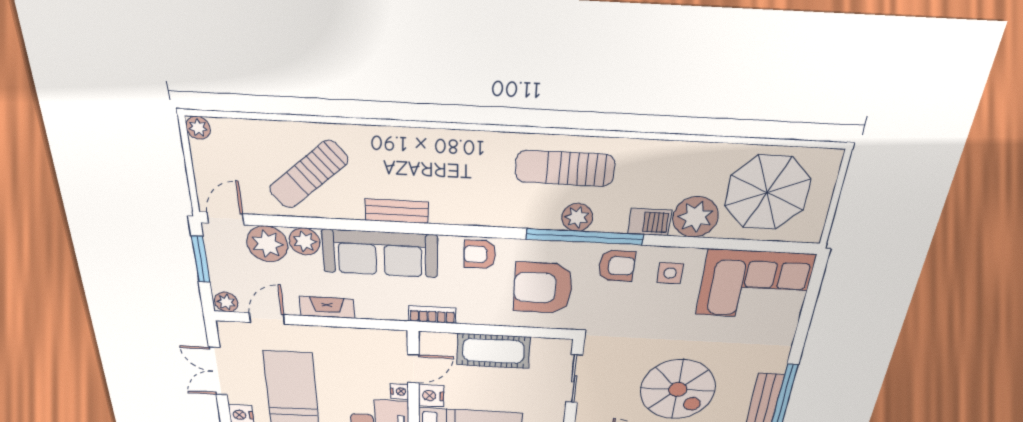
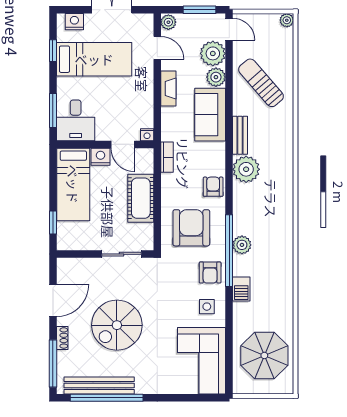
sun lounger: (565, 168) -> (273, 235), removed
plant: (696, 217) -> (246, 169), moved
sofa: (380, 253) -> (210, 115), width x0.73
nightstand: (399, 392) -> (147, 135), moved

